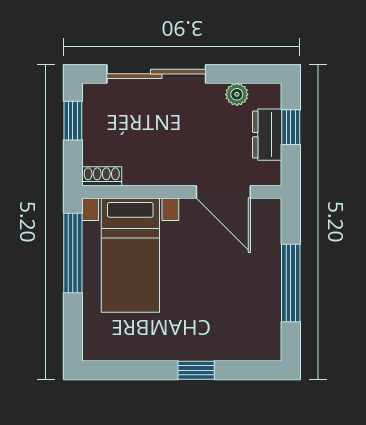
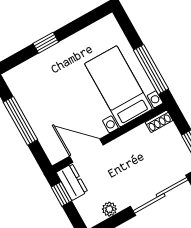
window: (291, 127) -> (61, 194), moved
dresser: (267, 135) -> (72, 182), moved

